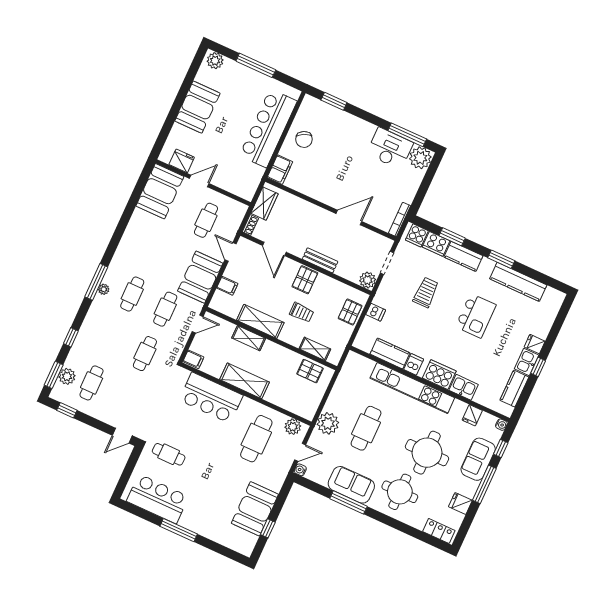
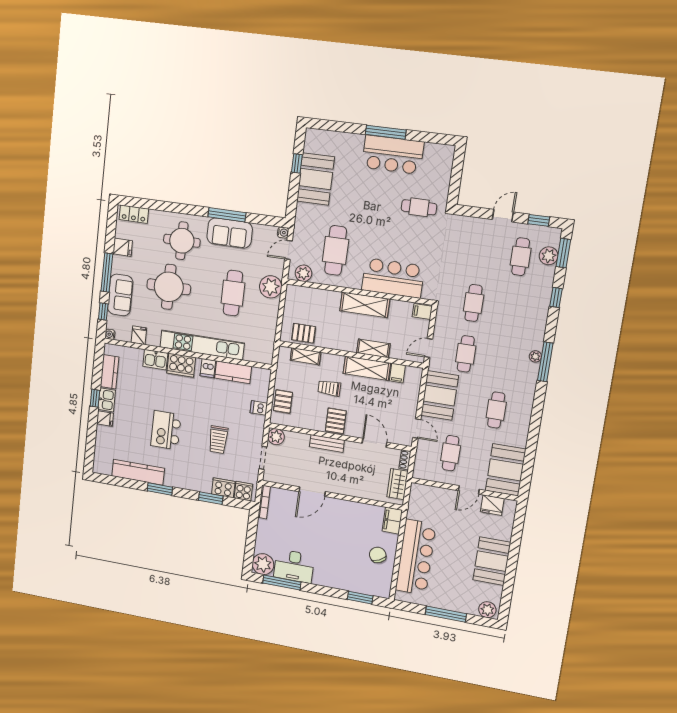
kitchen counter: (463, 256) -> (195, 483), removed
filing cabinet: (227, 286) -> (397, 373), moved, turned -90
cafe table: (132, 294) -> (496, 410), moved
door: (122, 436) -> (503, 216), moved
bar counter: (158, 499) -> (393, 155), moved

